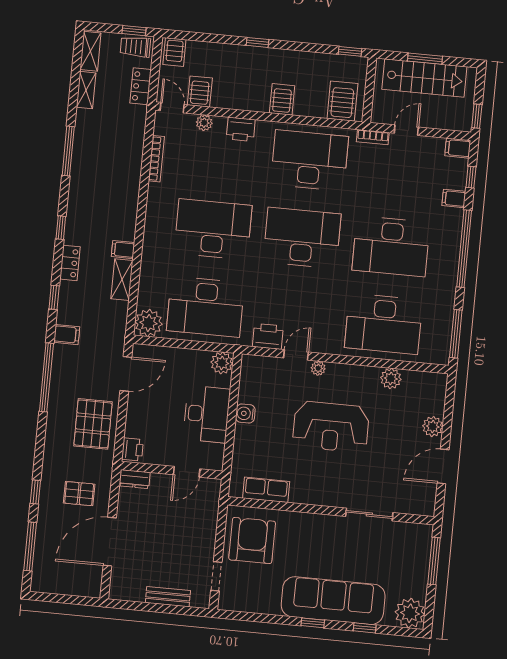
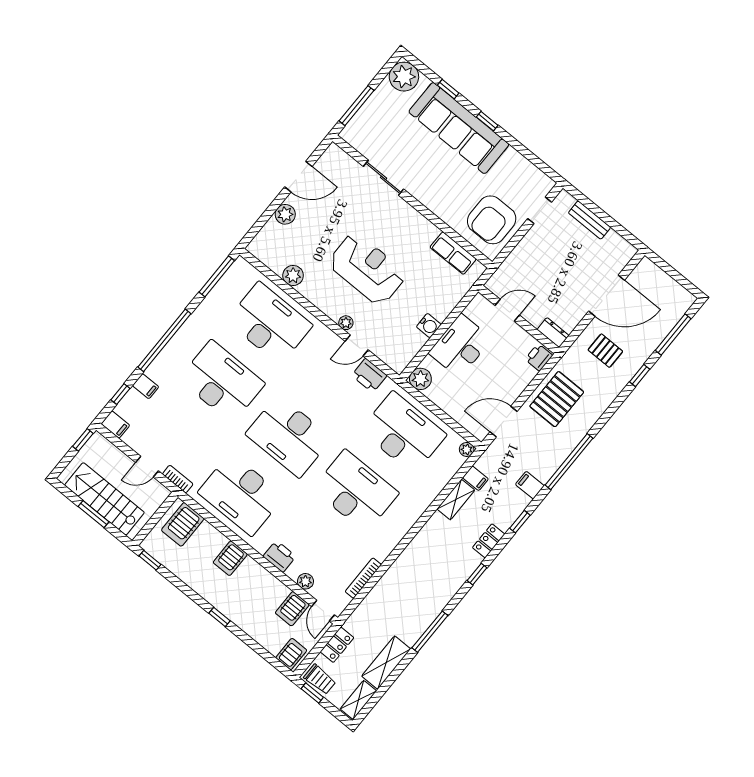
shelving: (86, 90) -> (386, 663), width x1.50, depth x1.33
desk: (213, 229) -> (356, 491), turned 180
filing cabinet: (123, 250) -> (476, 478), moved
plant: (149, 323) -> (467, 449), width x0.53, depth x0.53

